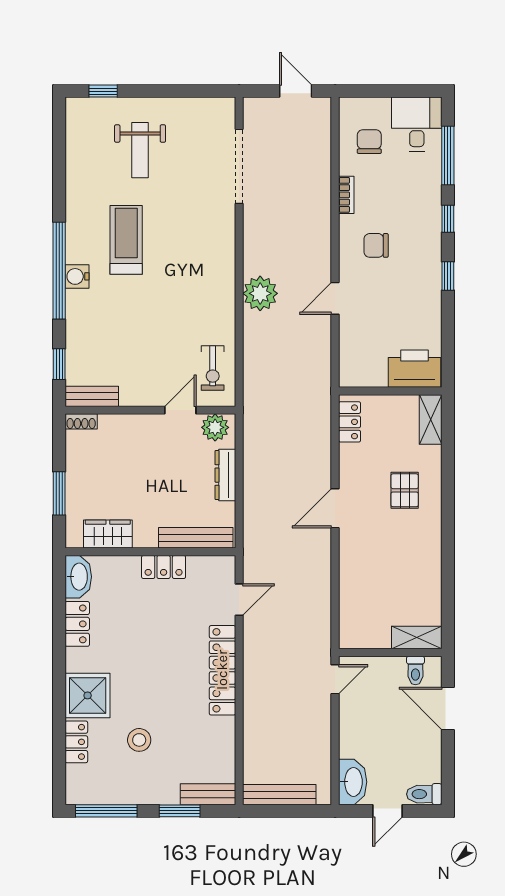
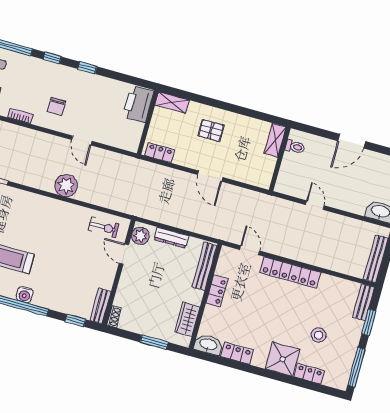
shelving: (417, 638) -> (275, 140), moved
wall: (390, 652) -> (280, 159), moved
toilet: (415, 670) -> (295, 147), moved

